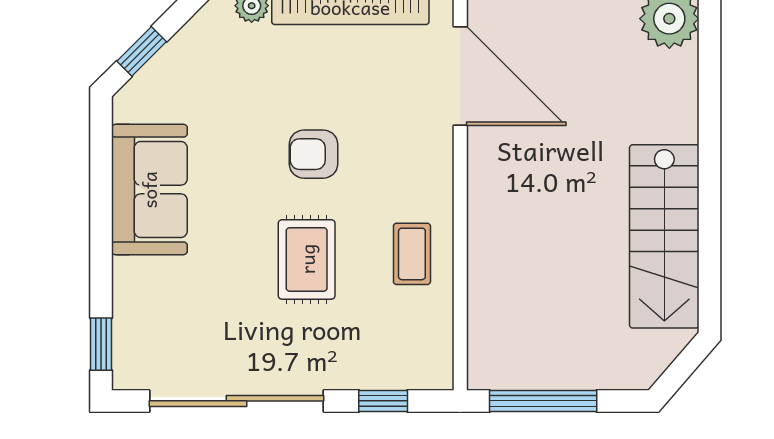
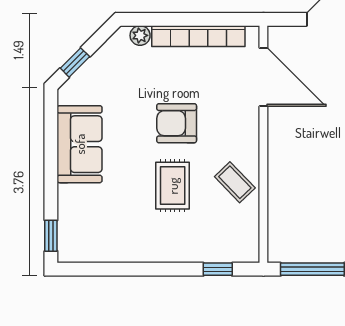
armchair: (314, 154) -> (177, 123), width x1.38, depth x1.38
coffee table: (412, 254) -> (235, 182), turned -44
sliding door: (236, 401) -> (131, 269), removed

